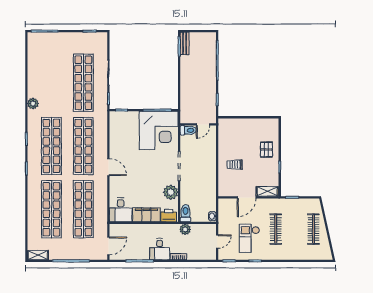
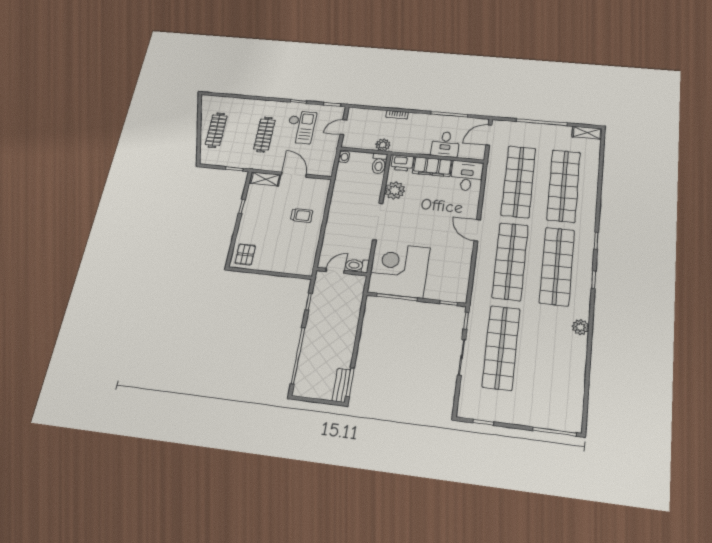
pallet: (266, 150) -> (245, 254), moved
door: (247, 197) -> (294, 175), hinge flipped
desk: (160, 249) -> (445, 144), moved, turned 180

